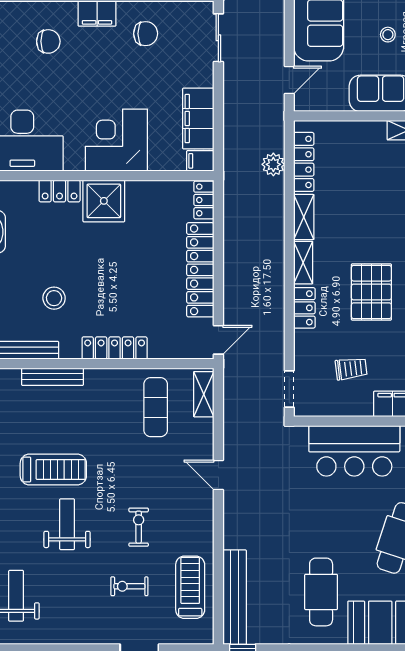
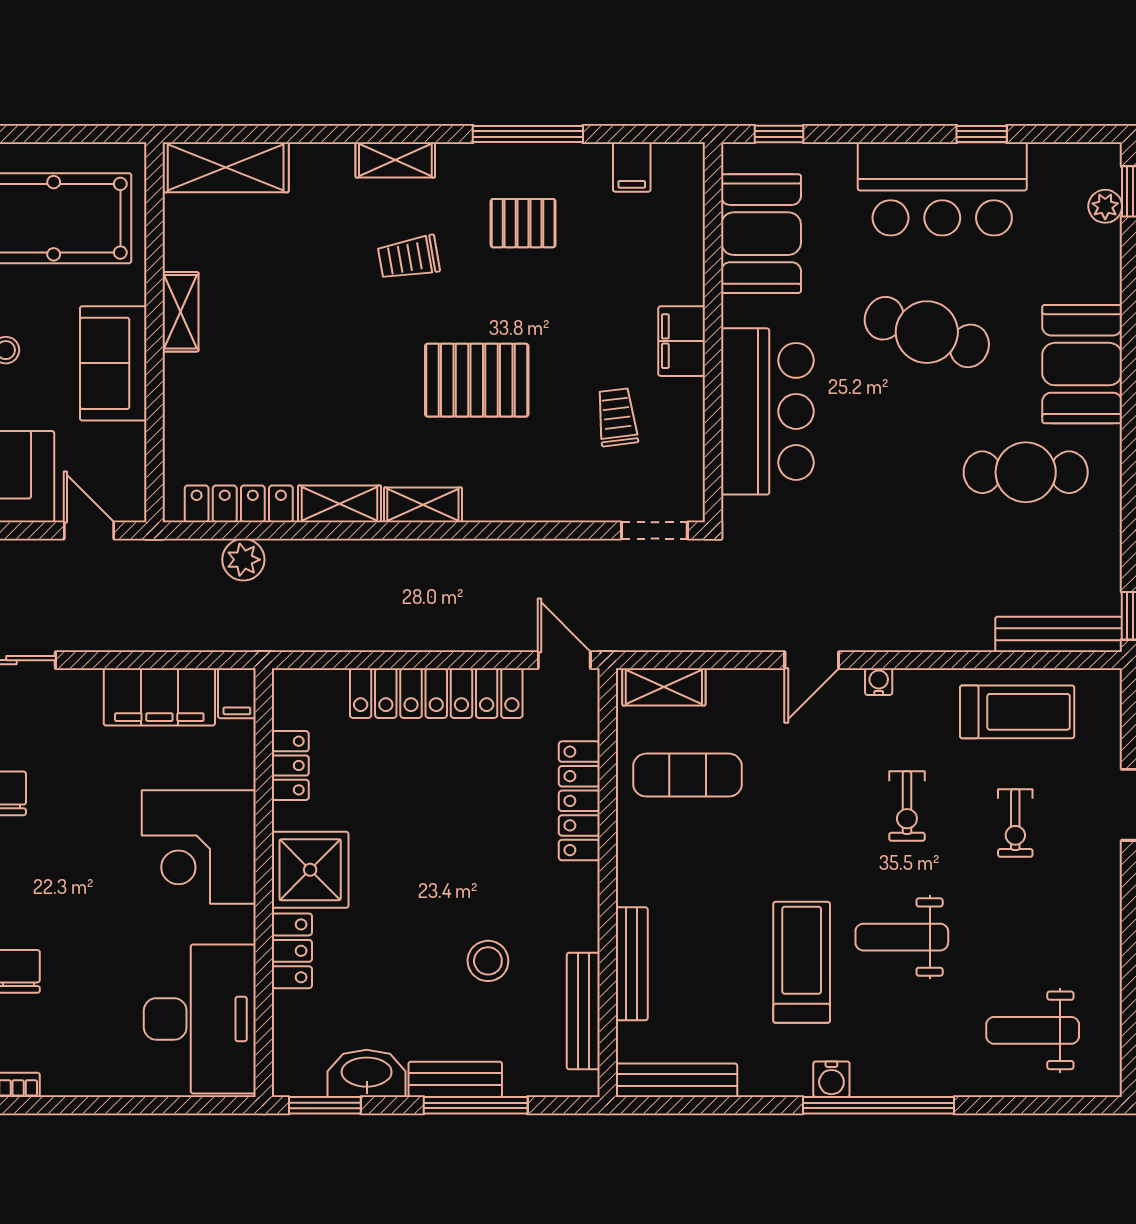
locker: (204, 200) -> (290, 766), moved, turned -90
locker: (304, 308) -> (506, 503), removed
locker: (115, 348) -> (579, 801), moved
water cooler: (207, 512) -> (879, 682), added
exercise bike: (139, 527) -> (907, 806), turned -90
treadmill: (190, 587) -> (1017, 712), turned 180
bench: (235, 597) -> (1059, 634), width x0.73, depth x0.82

